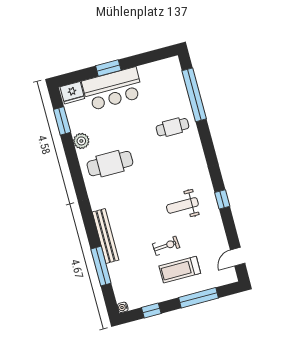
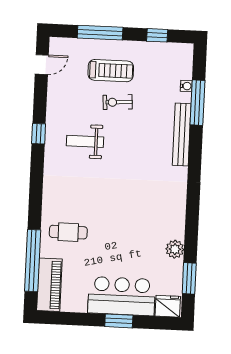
piano: (174, 79) -> (49, 285), added
cafe table: (110, 164) -> (151, 214), removed
weight bench: (182, 205) -> (85, 141), turned 180
water cooler: (123, 307) -> (186, 86), moved

